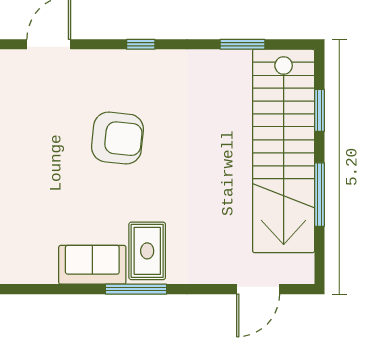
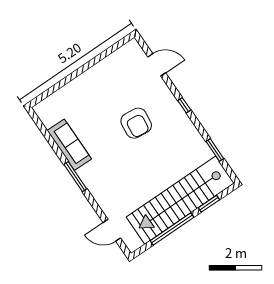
window: (320, 195) -> (172, 229), width x1.46
rug: (147, 251) -> (95, 170), removed
sofa: (92, 265) -> (69, 145), width x1.36

